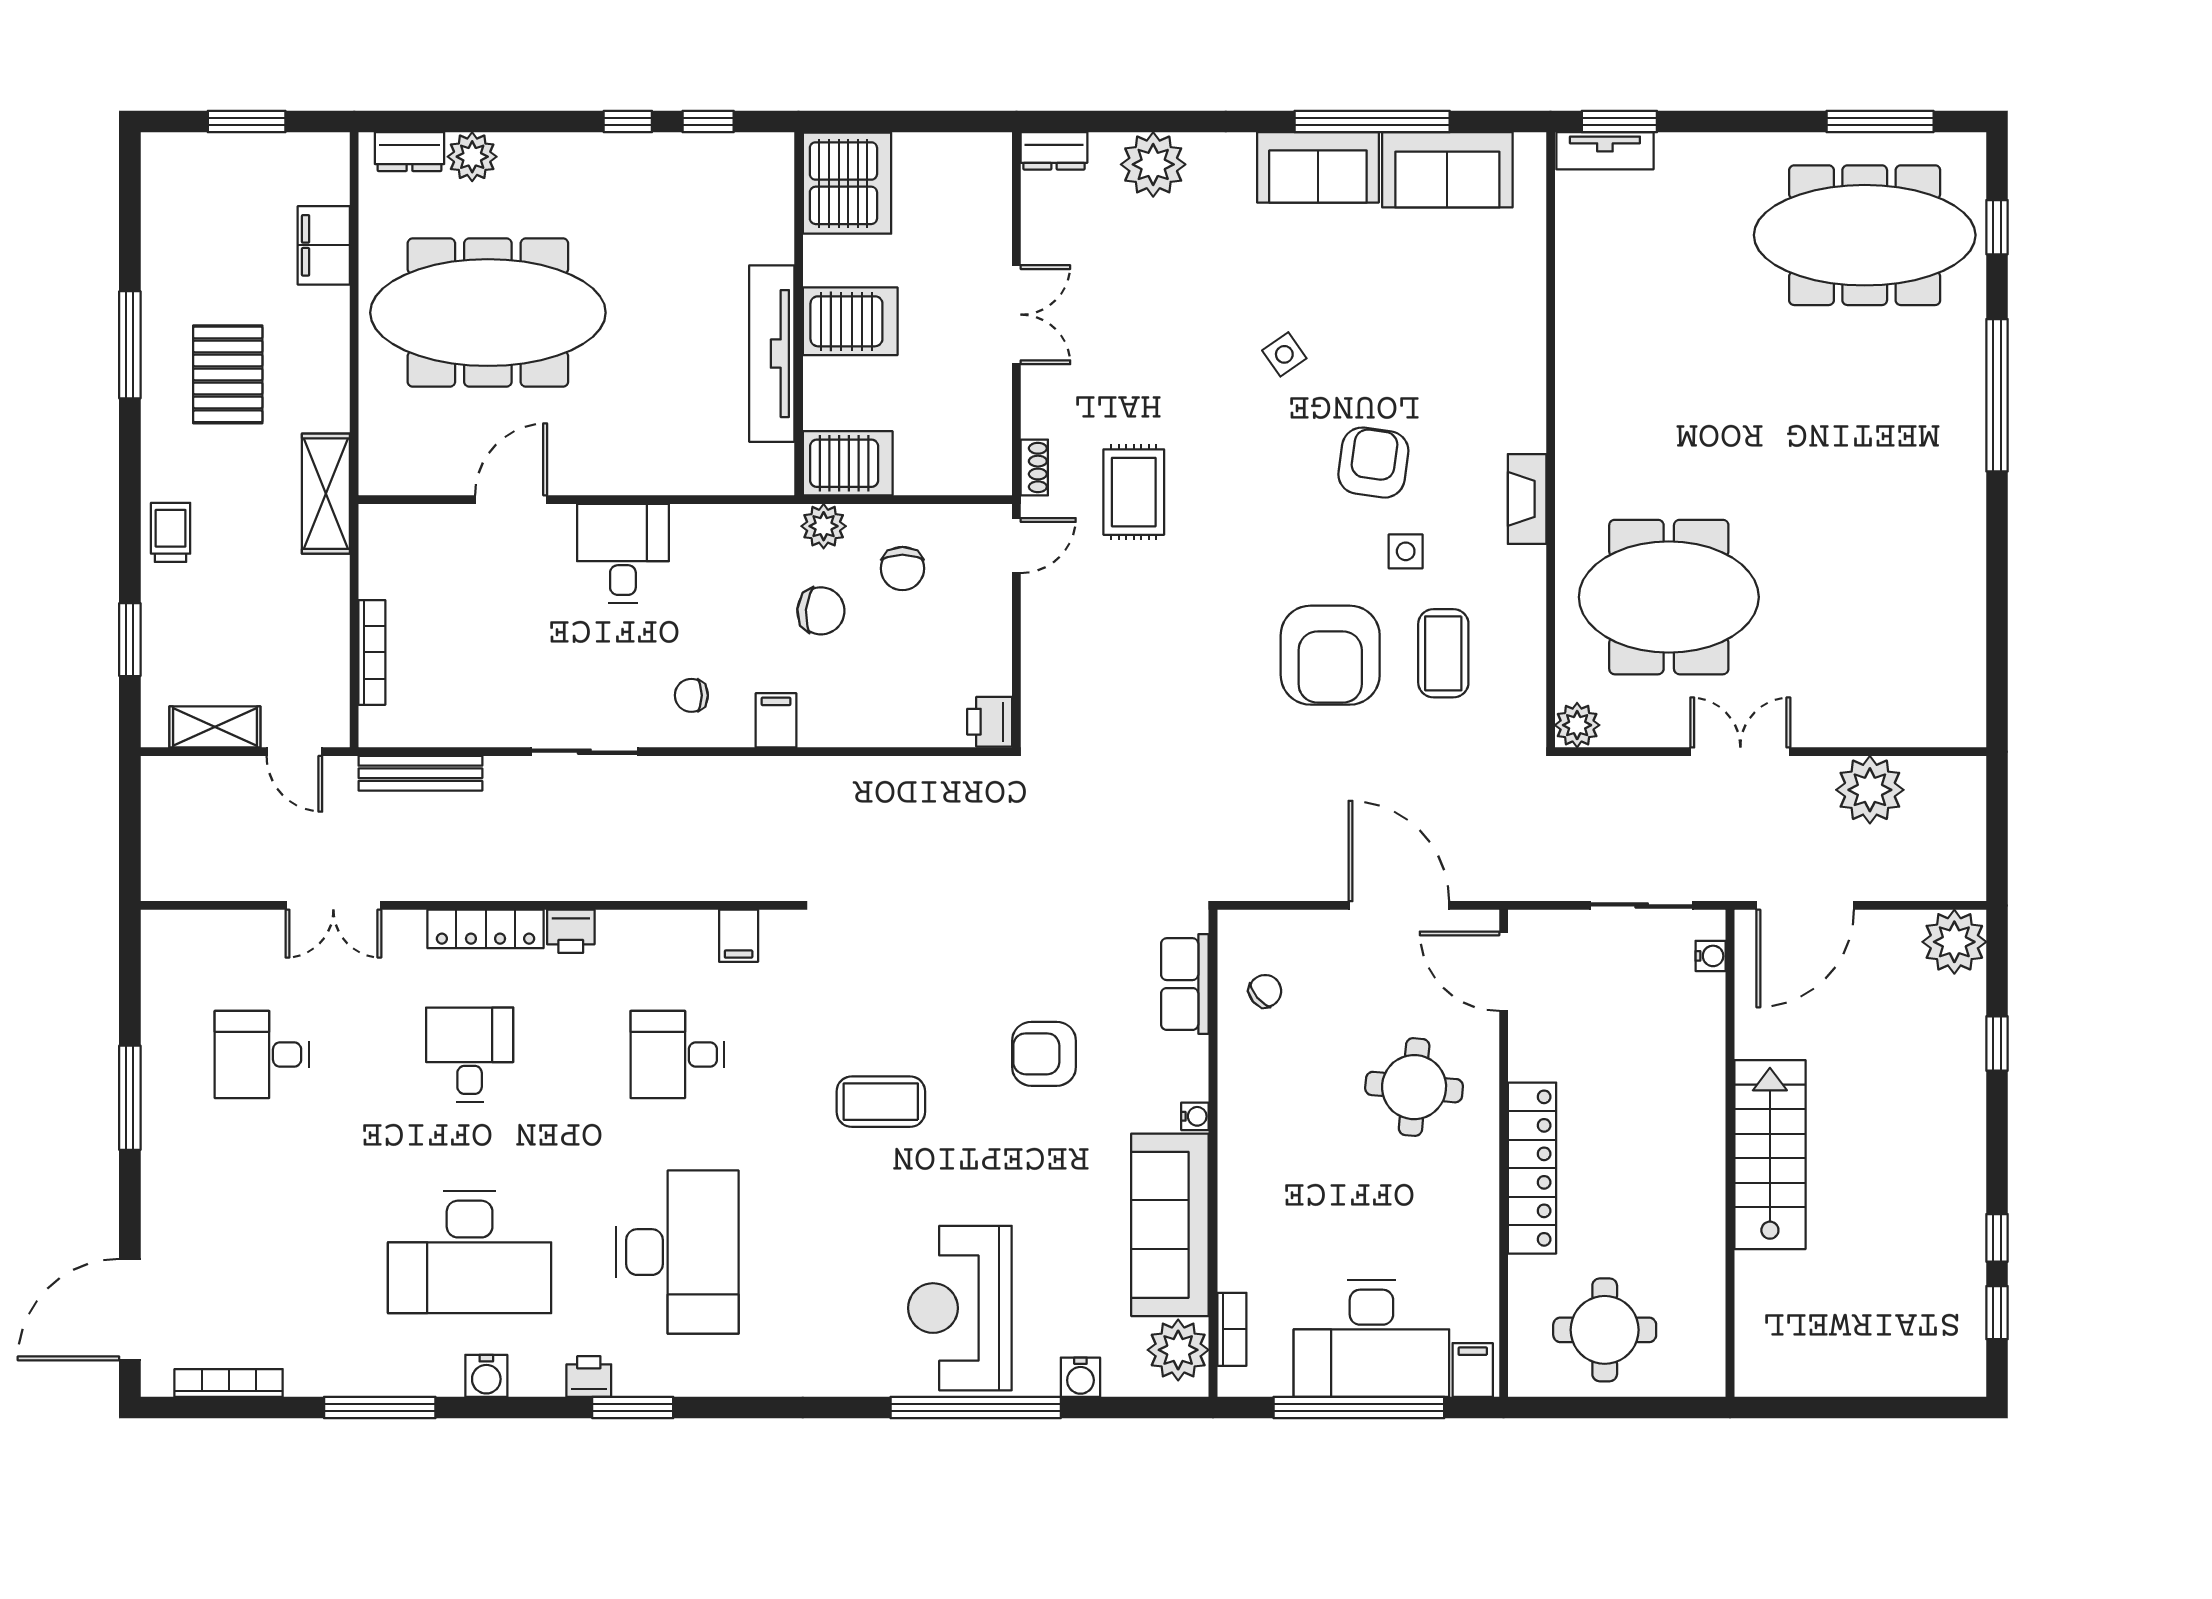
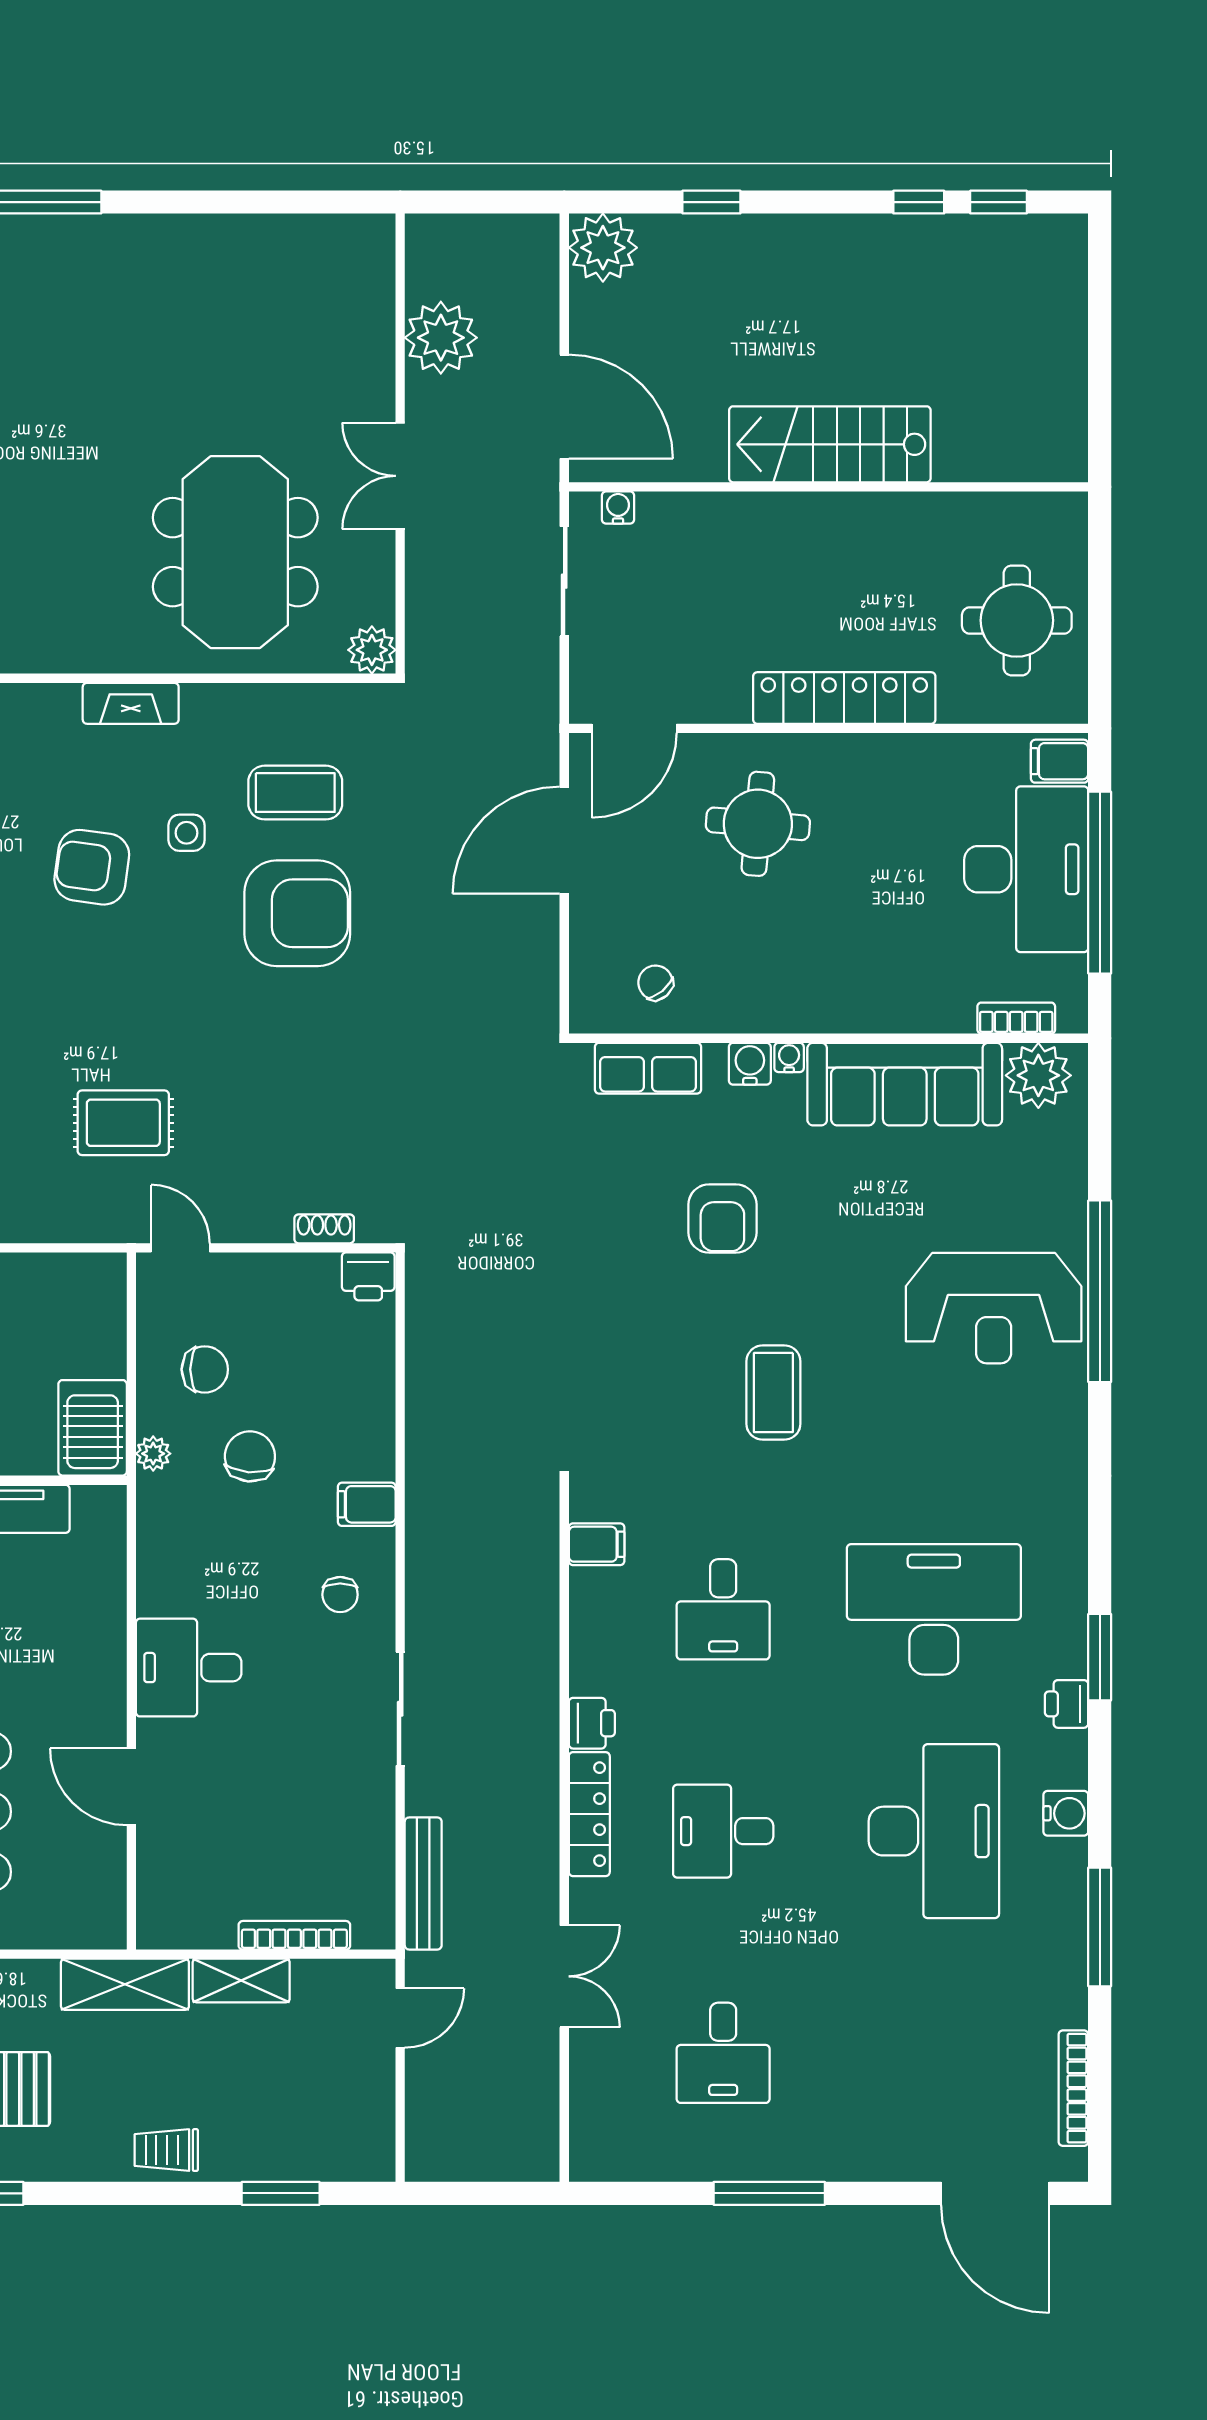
shoe rack: (1034, 468) -> (324, 1229), moved
plant: (824, 526) -> (153, 1454), width x0.73, depth x0.73
shelving: (215, 727) -> (241, 1981), moved, turned 90
water cooler: (1080, 1377) -> (750, 1064), moved, turned -90

